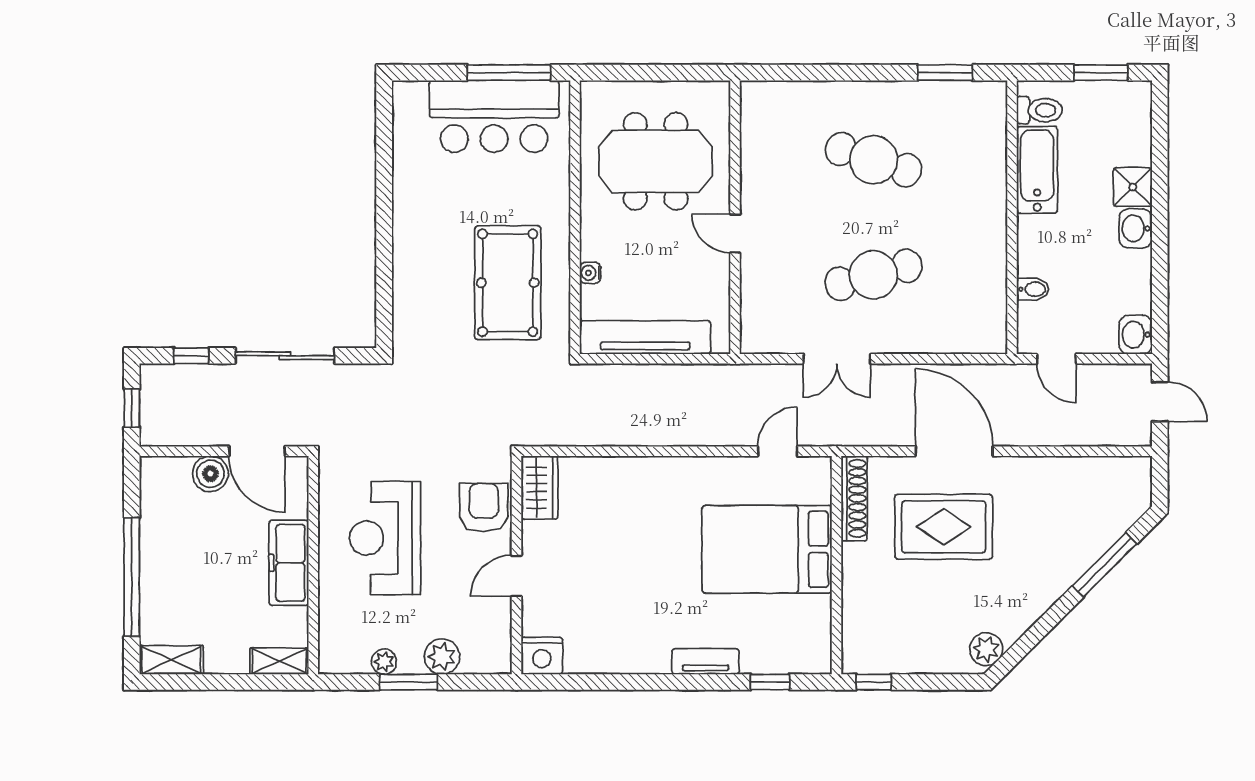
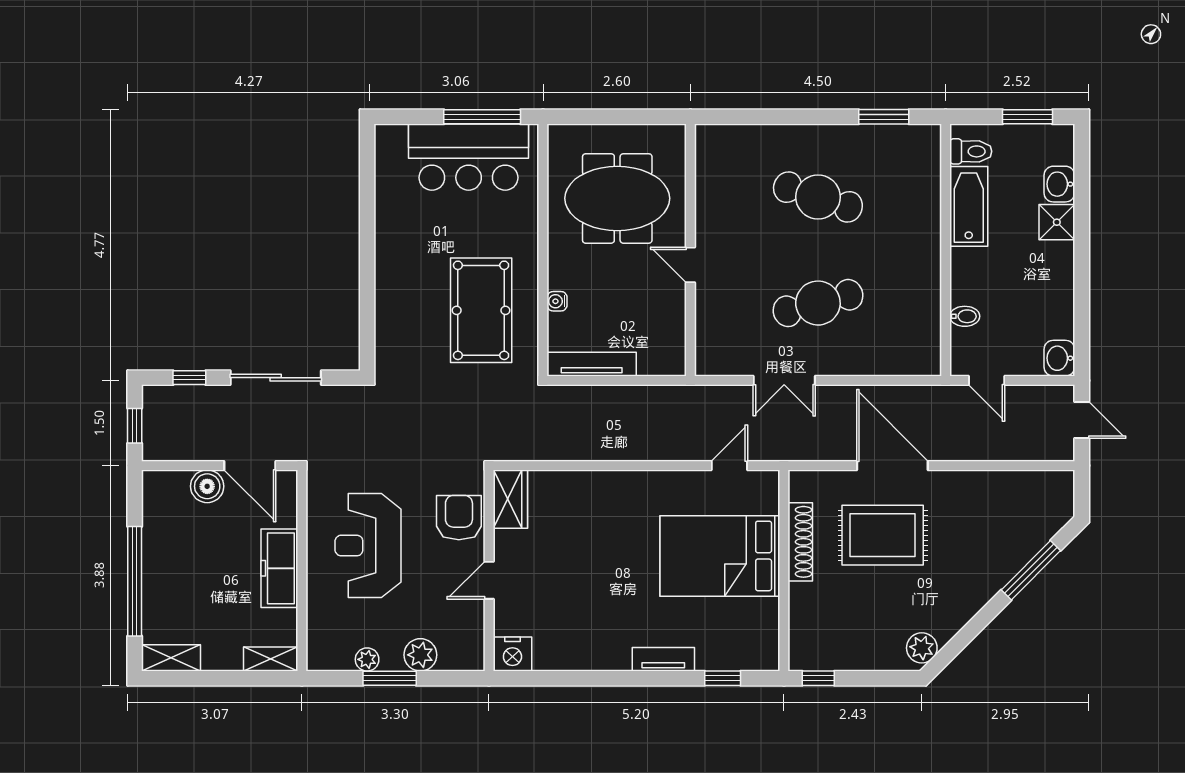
washbasin: (1136, 228) -> (1059, 184), moved
tv unit: (645, 337) -> (592, 364), width x0.73, depth x0.78
shoe rack: (854, 498) -> (800, 542), moved

